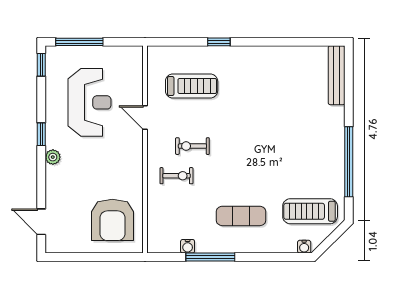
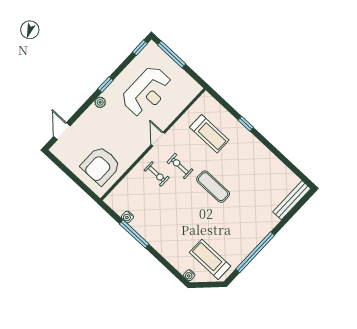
door: (145, 117) -> (158, 139), moved
exercise mat: (241, 216) -> (213, 187), moved

